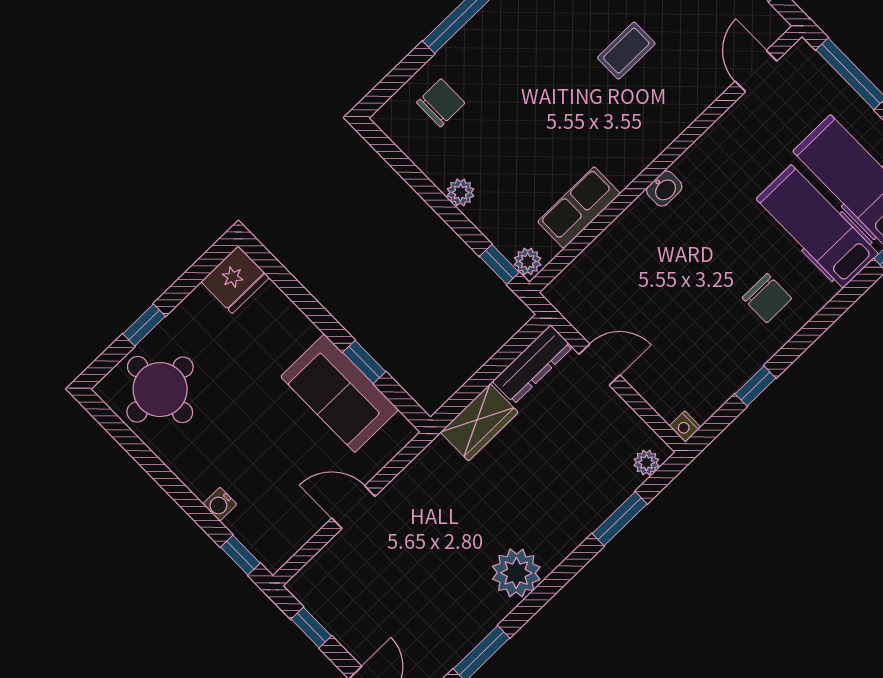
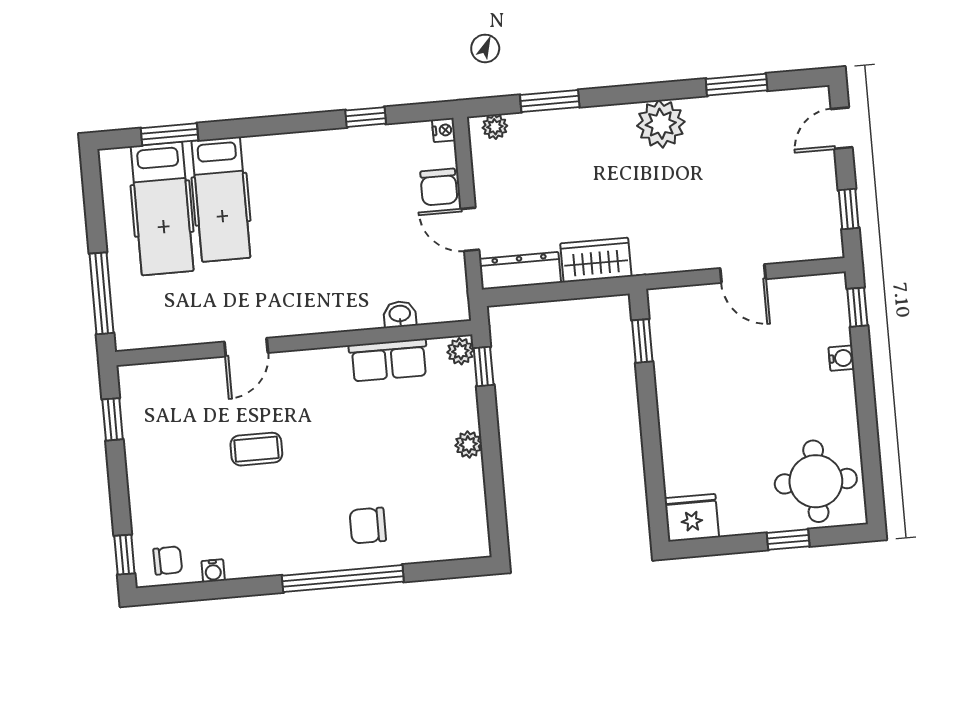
door: (756, 71) -> (246, 347), moved
chair: (441, 103) -> (368, 526), moved
washbasin: (664, 189) -> (400, 314), moved
chair: (767, 298) -> (439, 187), moved, turned 180
window: (364, 362) -> (642, 341), moved
sofa: (340, 393) -> (683, 368), removed

